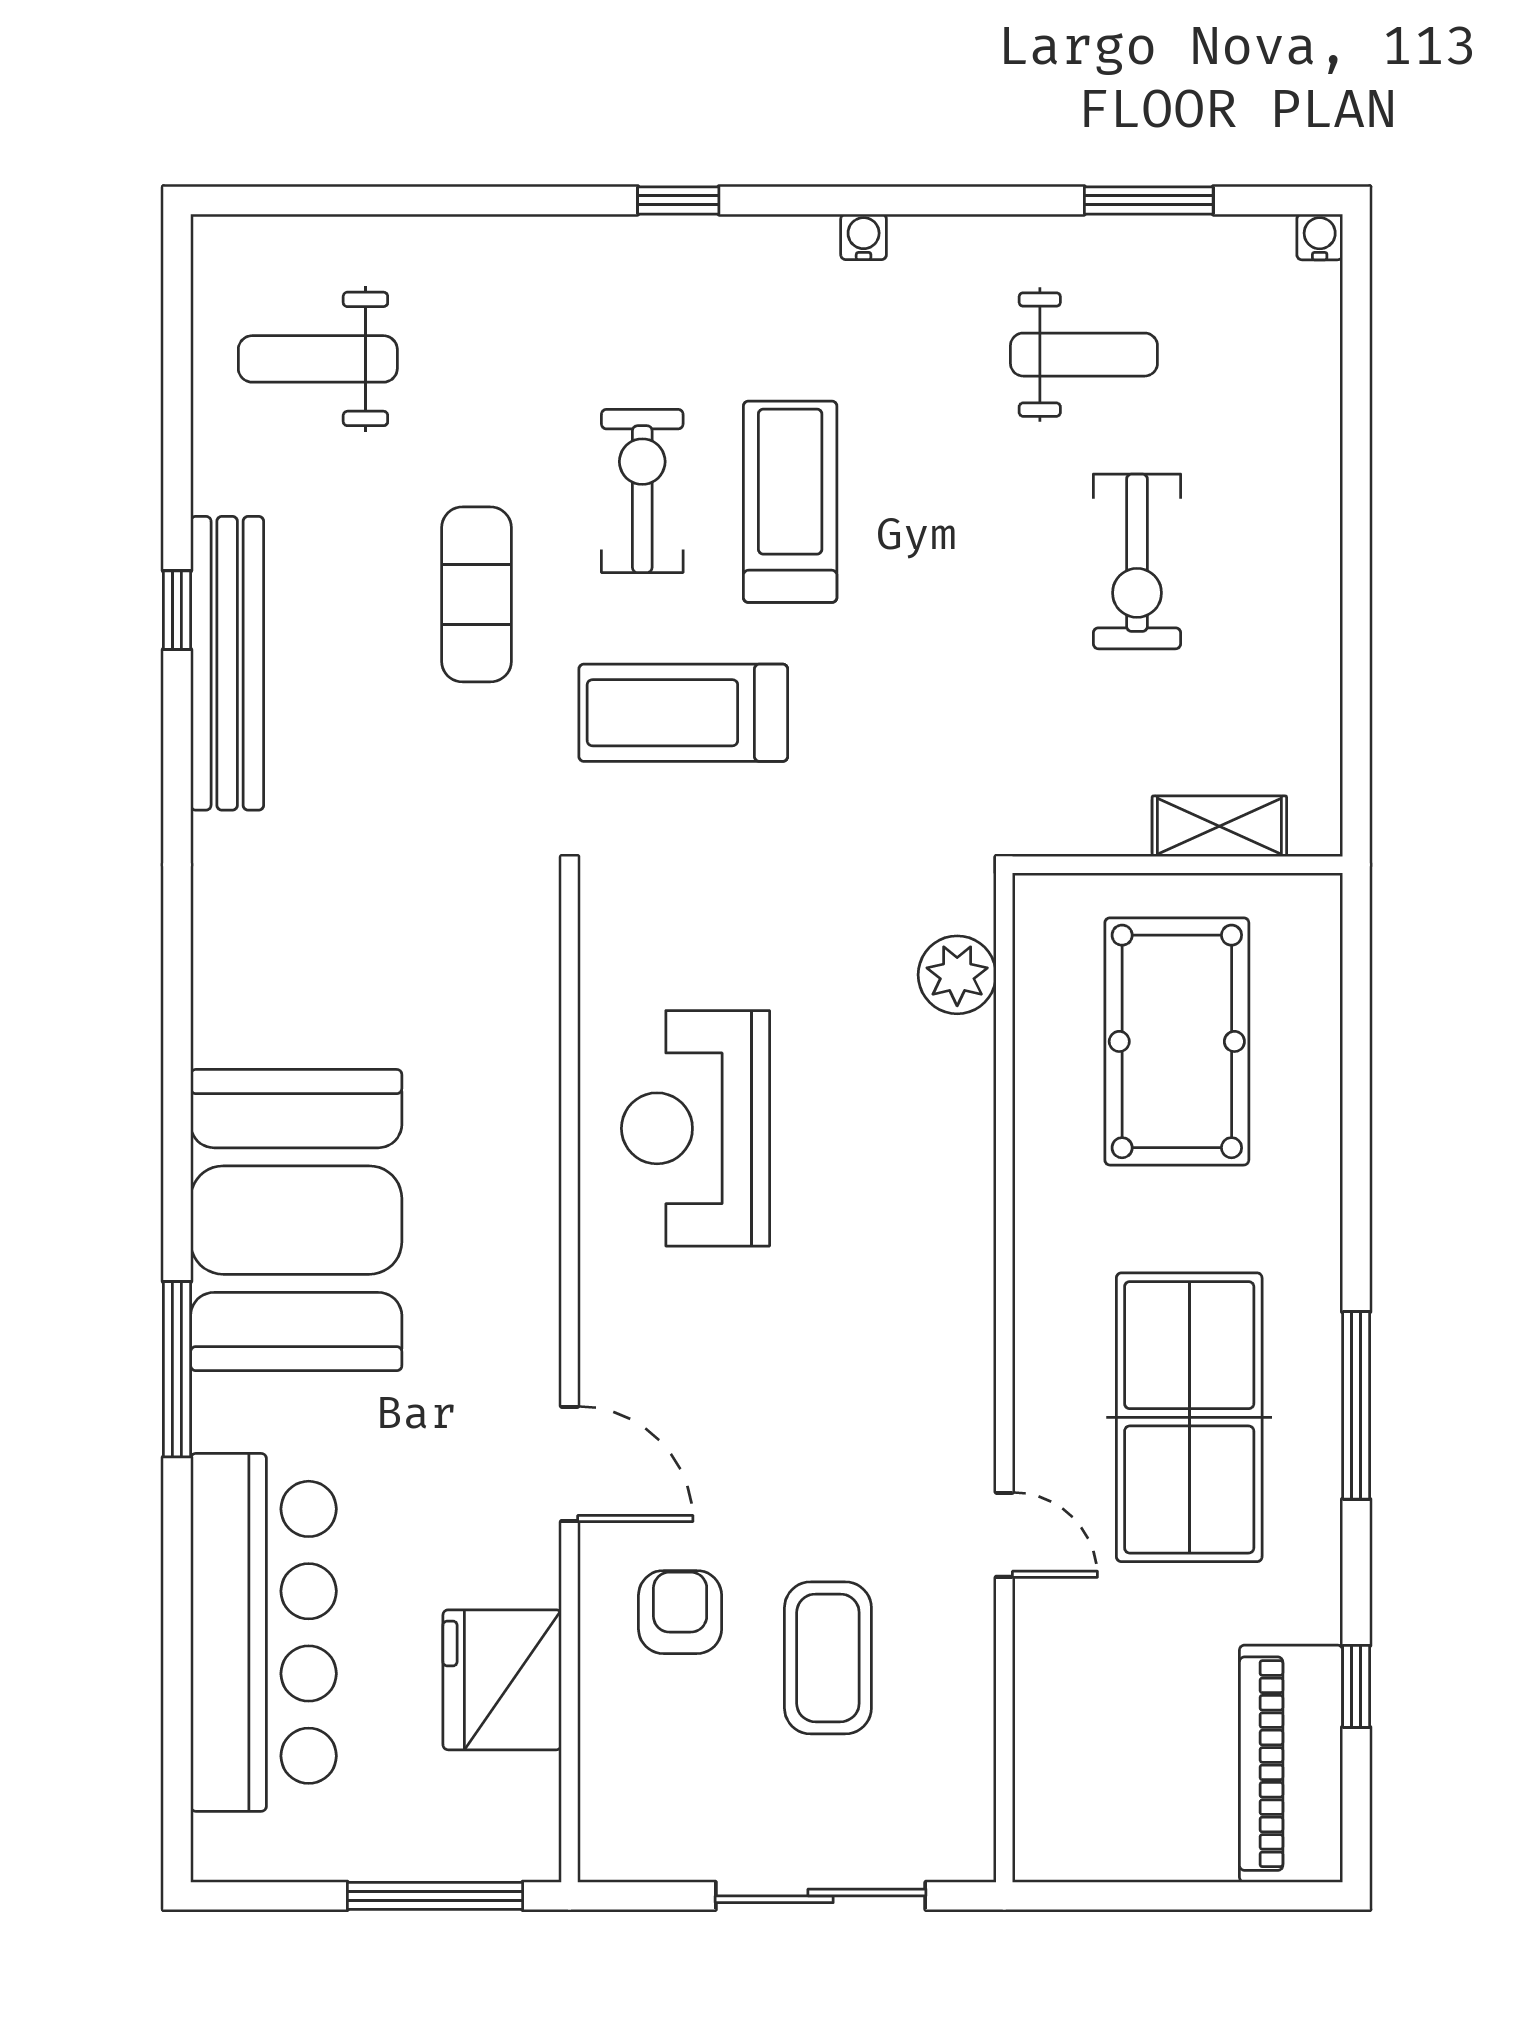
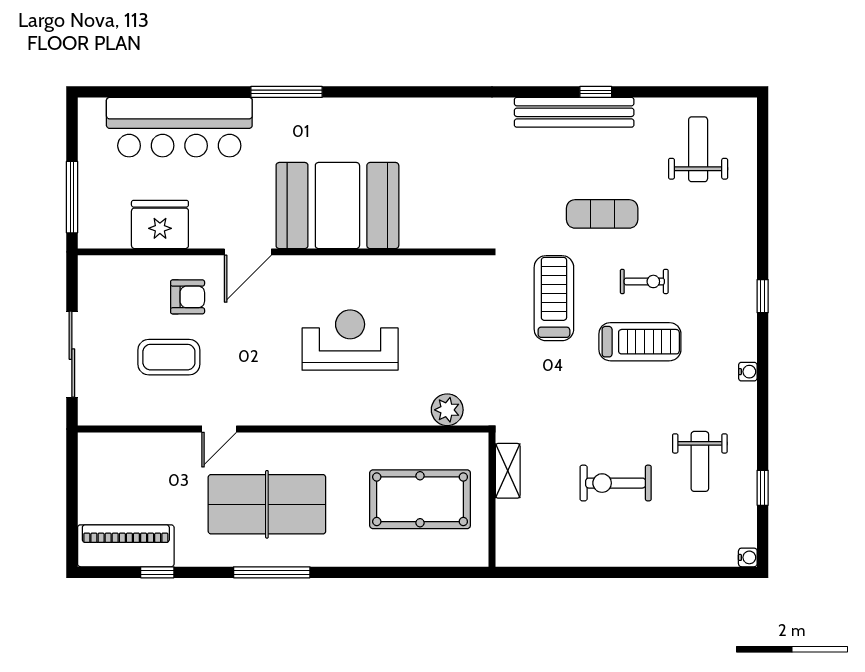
window: (1149, 200) -> (763, 488), width x0.67
exercise bike: (642, 491) -> (644, 281), width x0.73, depth x0.72
shelving: (1219, 826) -> (508, 471), moved
reception desk: (695, 1128) -> (350, 340), moved
booth: (296, 1220) -> (337, 206), moved

